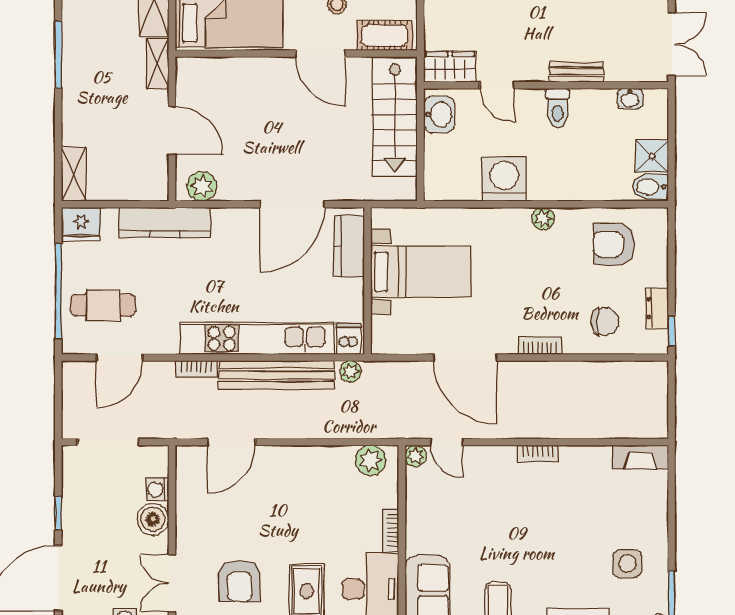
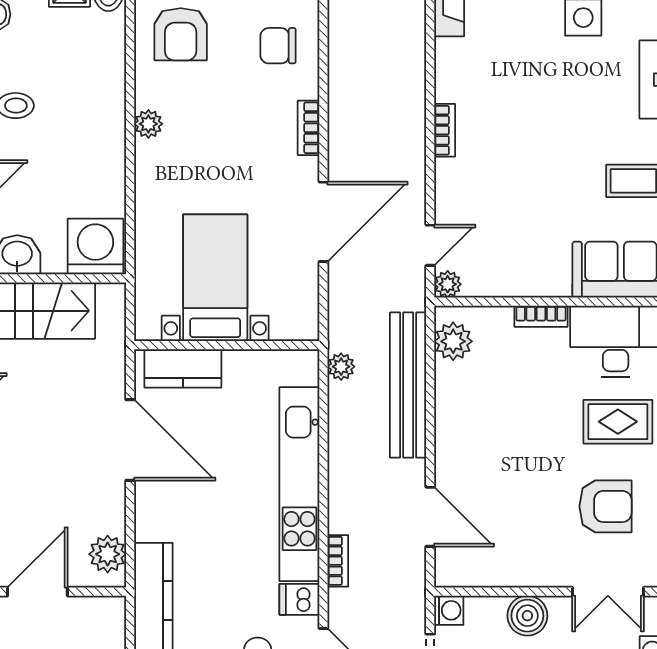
washing machine: (504, 179) -> (95, 247), moved, turned 90
chair: (605, 321) -> (278, 46), turned -90
dishwasher: (349, 338) -> (299, 599), moved
bench: (277, 375) -> (408, 385), moved
washing machine: (157, 490) -> (449, 610), moved, turned -90

